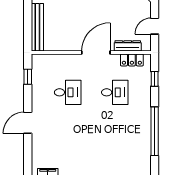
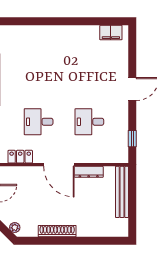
dresser: (128, 46) -> (89, 172), moved
door: (96, 53) -> (59, 165), hinge flipped

